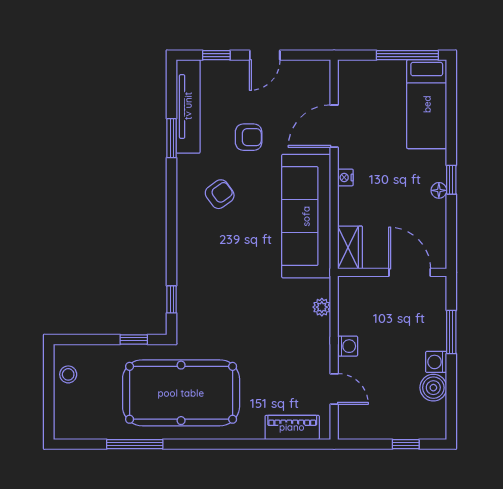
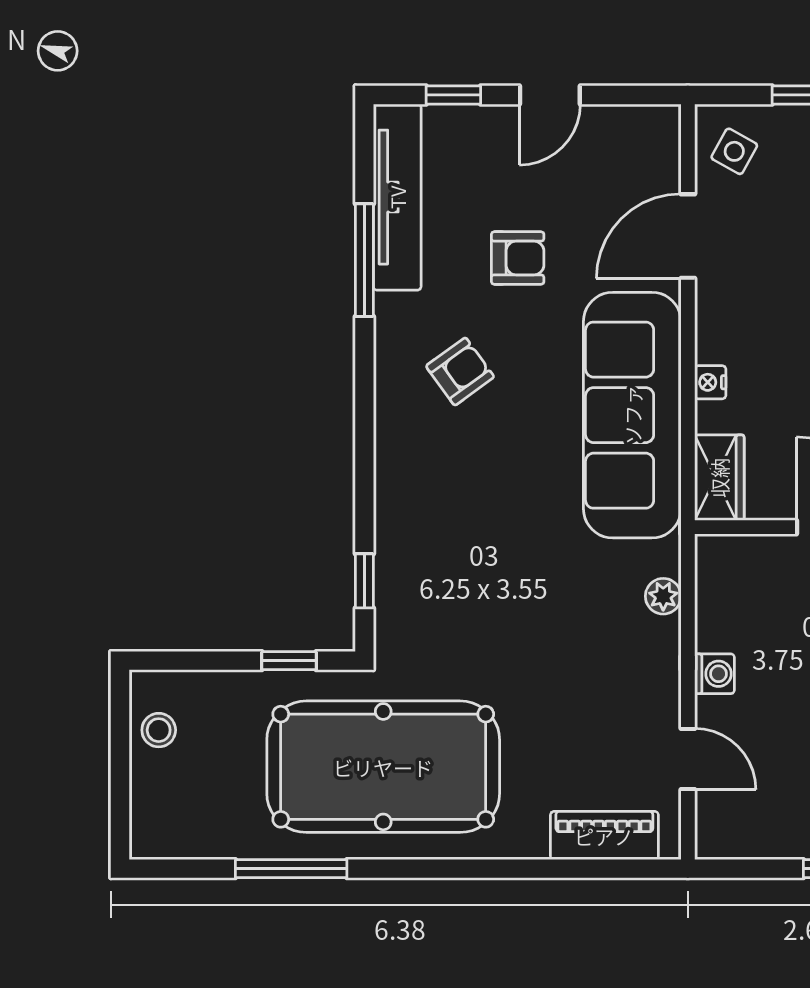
side table: (357, 84) -> (734, 151), added
window: (172, 138) -> (364, 260), width x1.44
nightstand: (345, 177) -> (710, 382), moved

